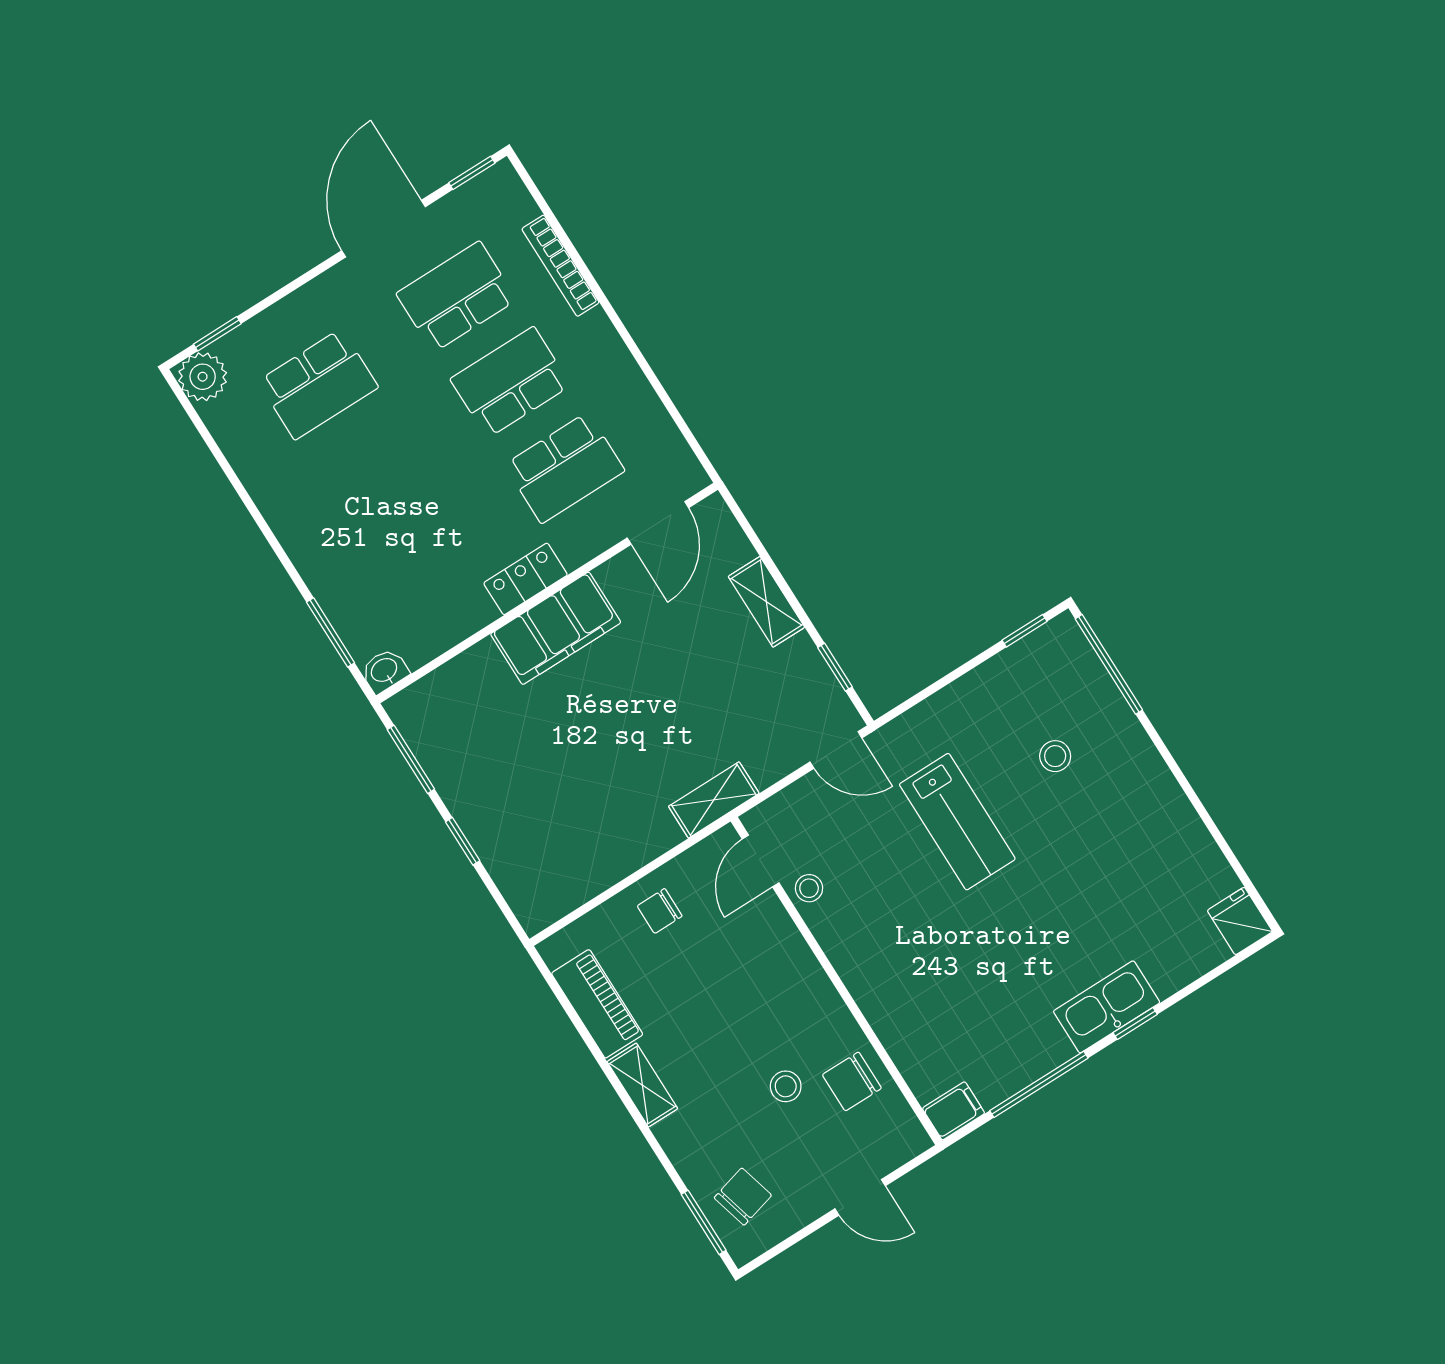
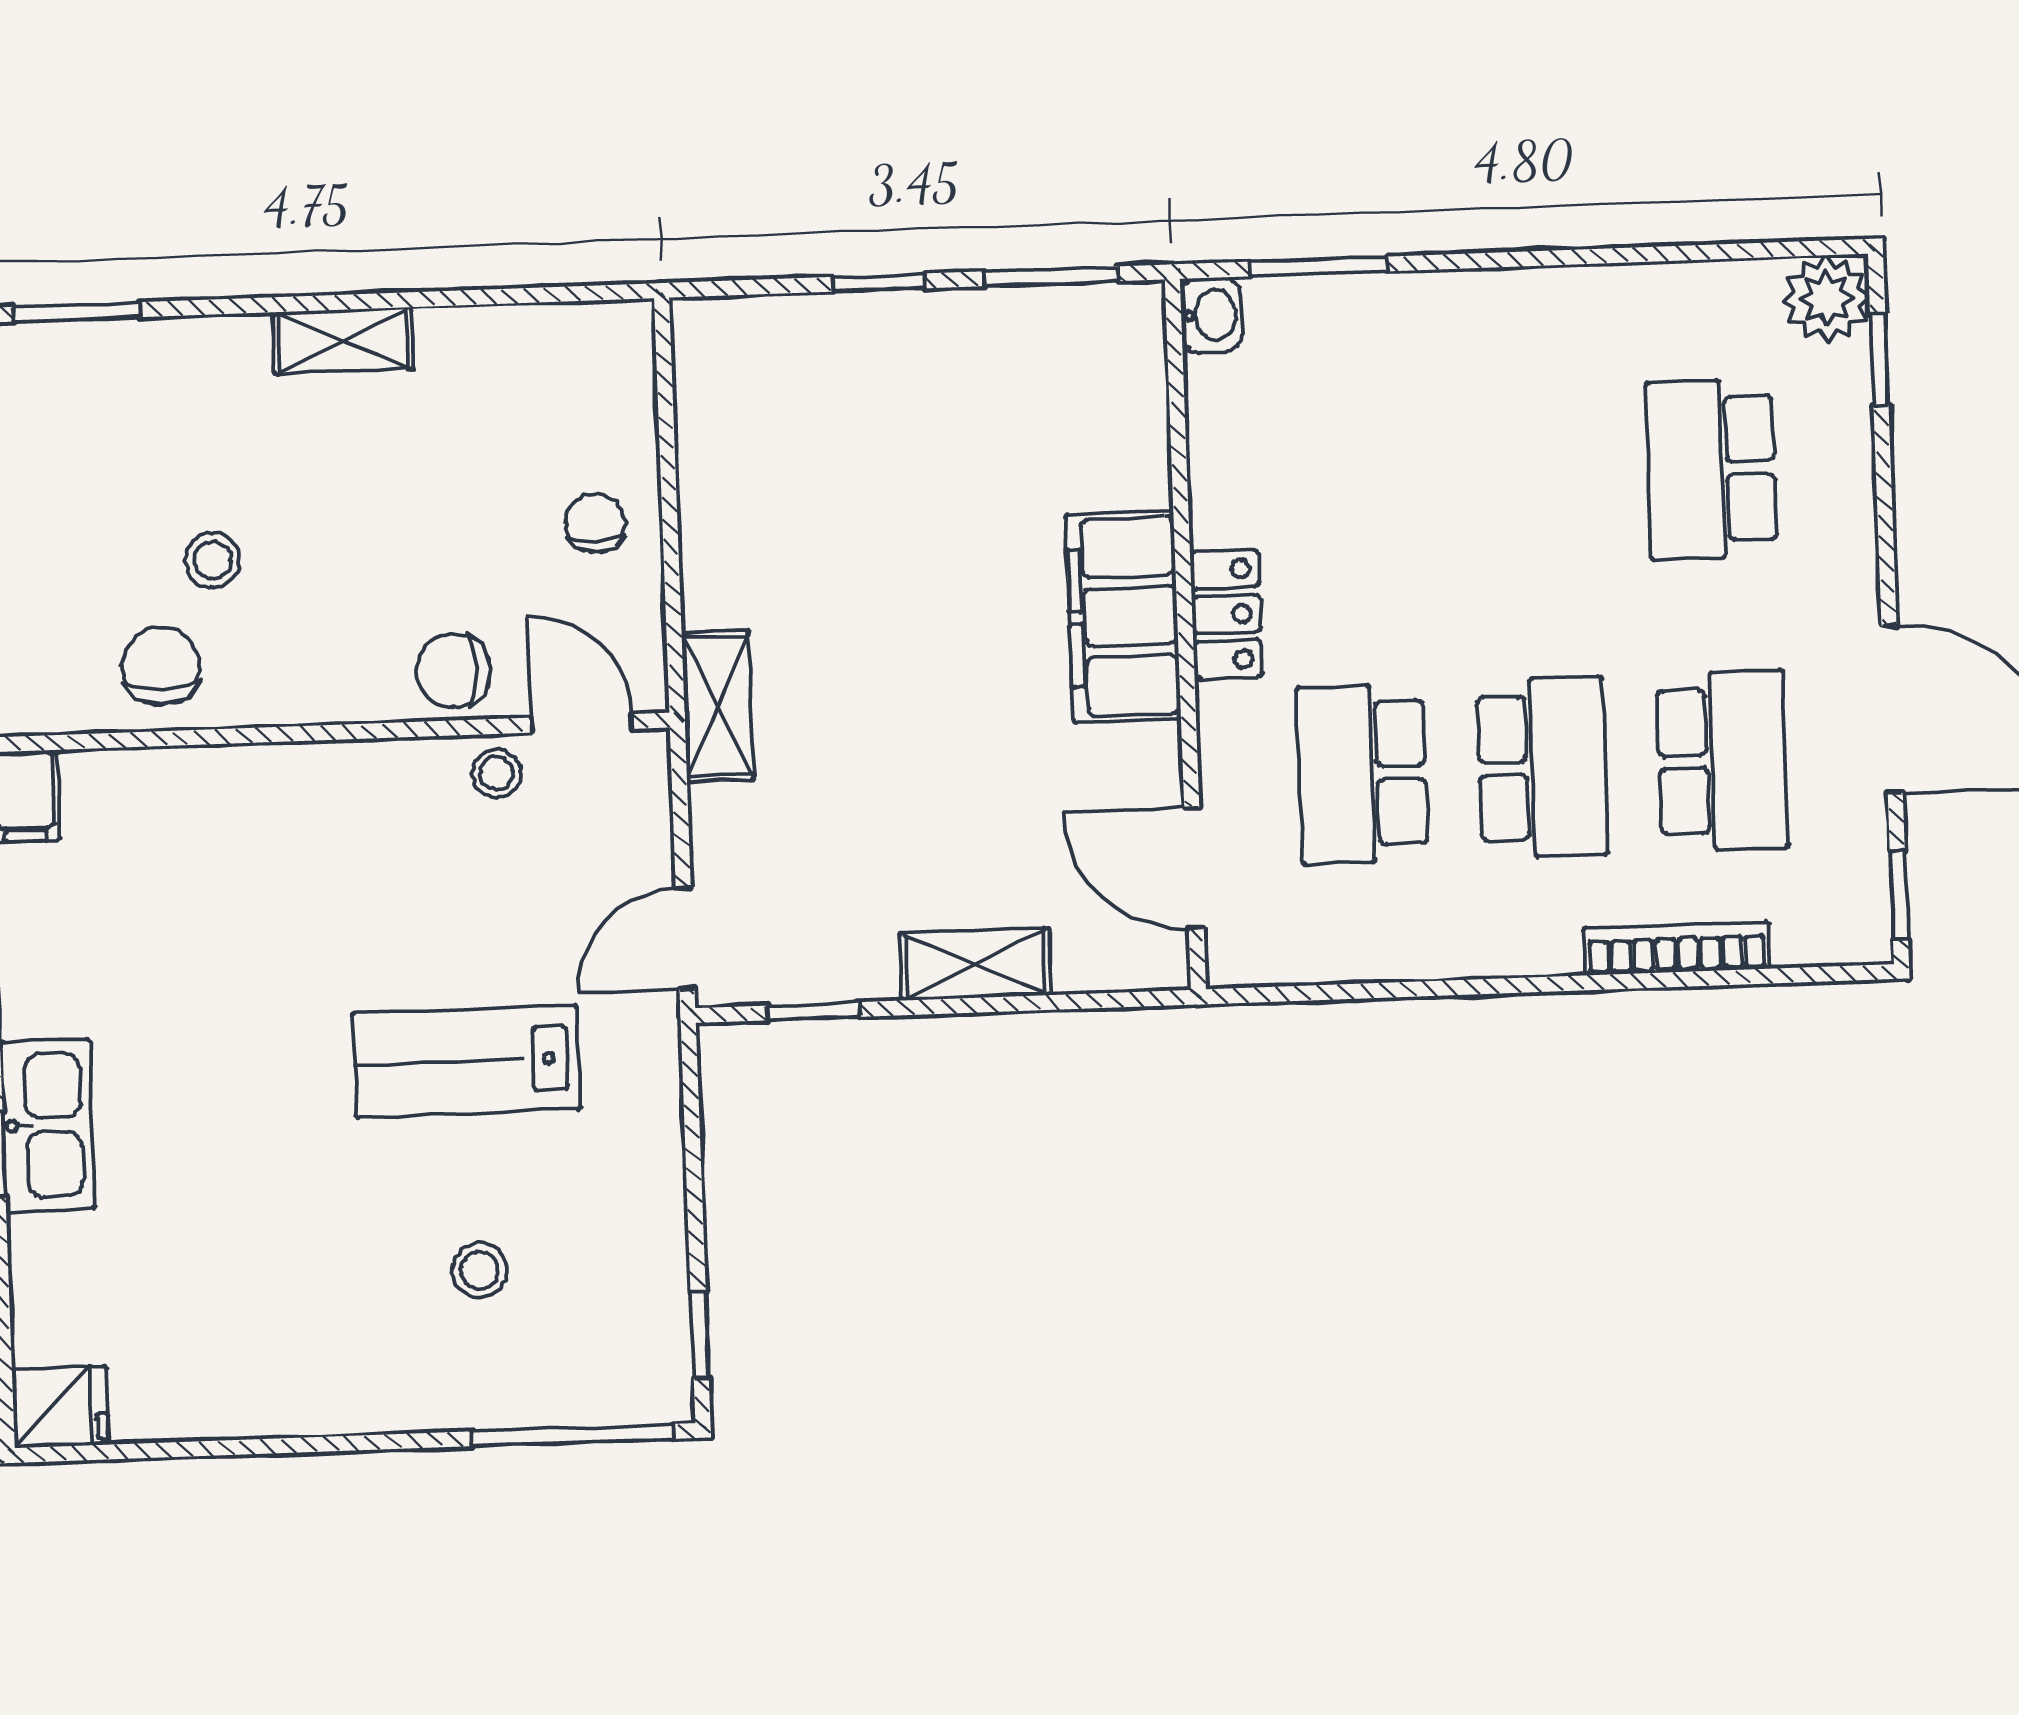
piano: (597, 1004) -> (508, 344), removed
chair: (743, 1197) -> (453, 671), moved, turned 105

